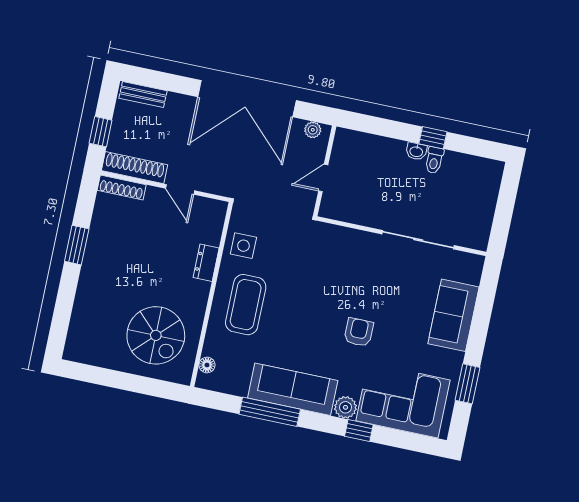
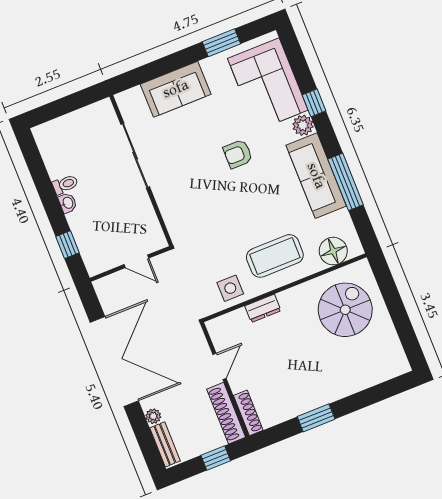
plant: (313, 130) -> (153, 416), moved
window: (433, 138) -> (68, 245), moved
floor lamp: (207, 365) -> (333, 251), width x1.89, depth x1.89

